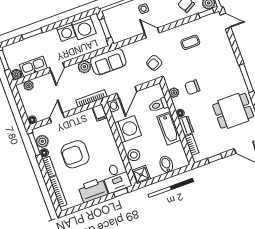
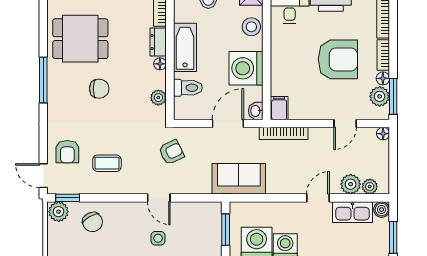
armchair: (216, 41) -> (67, 152), added
plant: (84, 67) -> (351, 184), moved
chair: (192, 87) -> (99, 89), moved

